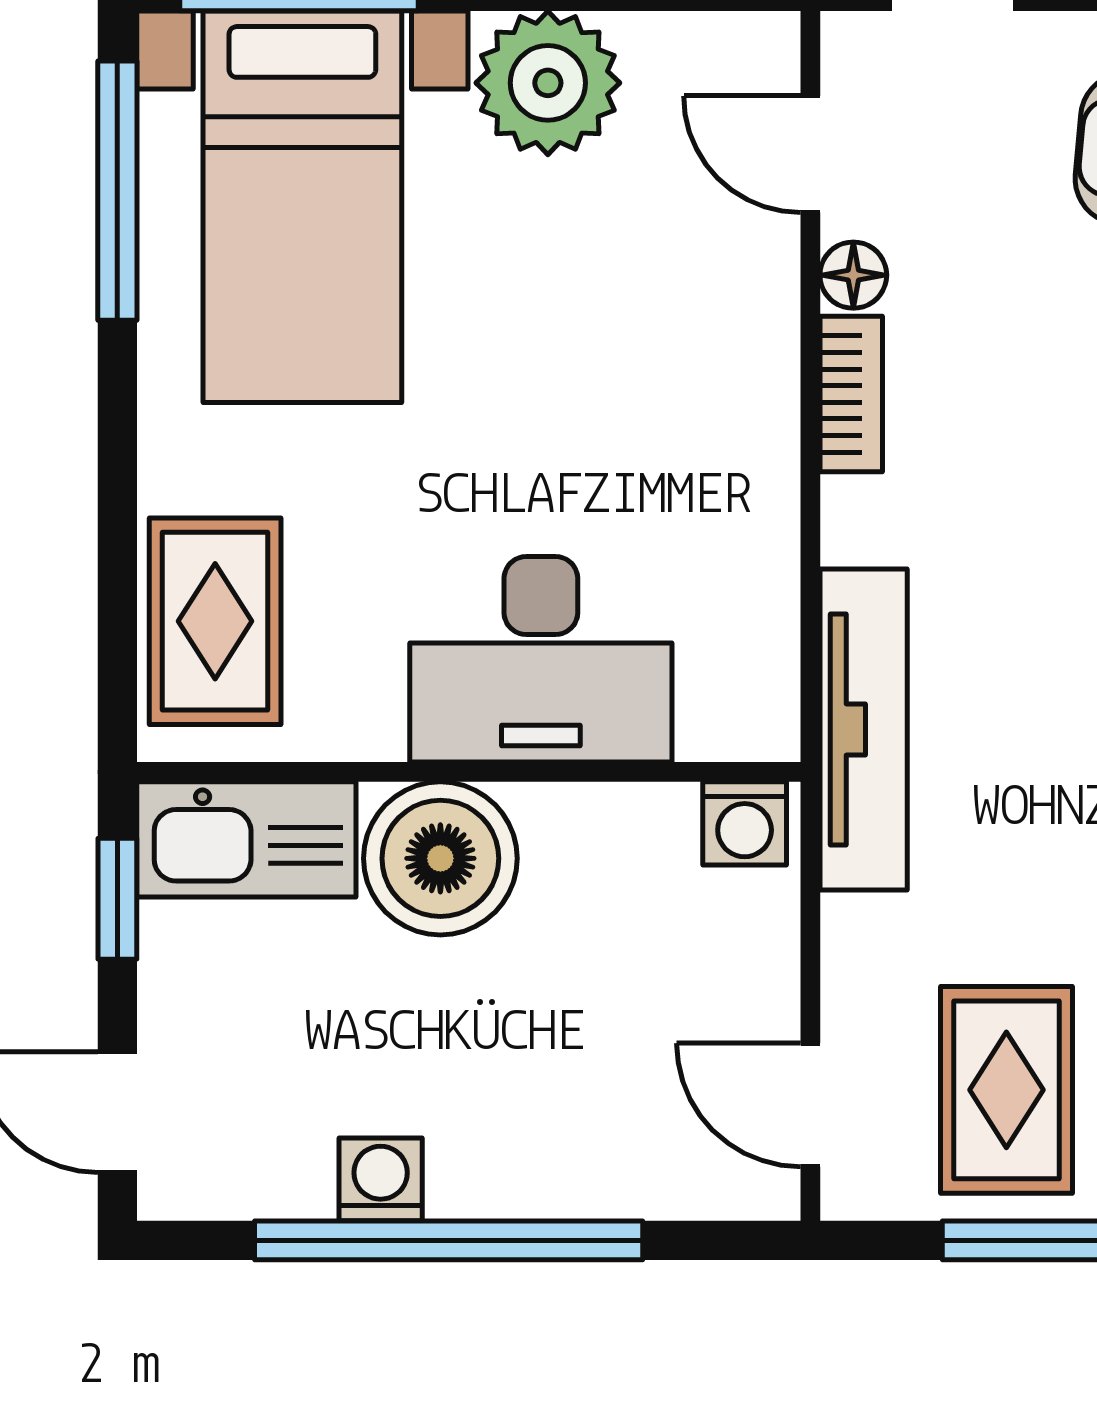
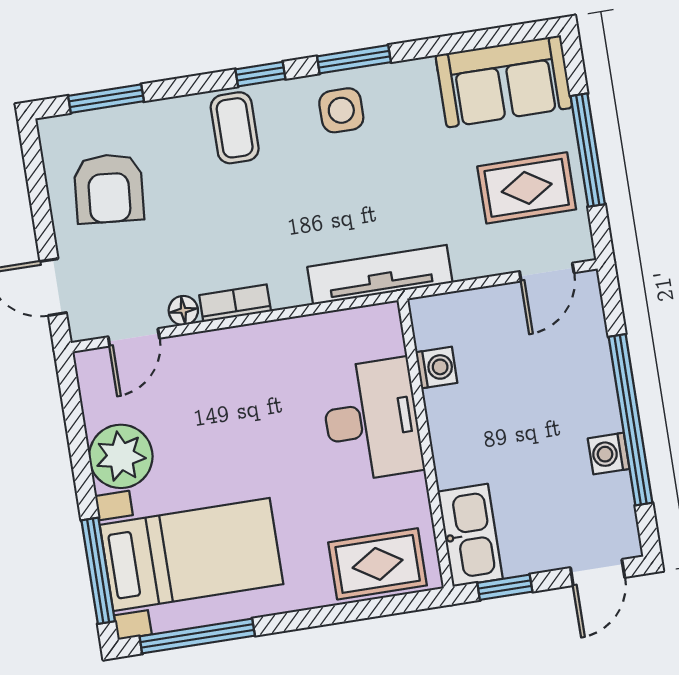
washing machine: (745, 823) -> (437, 368), moved
boiler: (440, 858) -> (465, 450), removed

